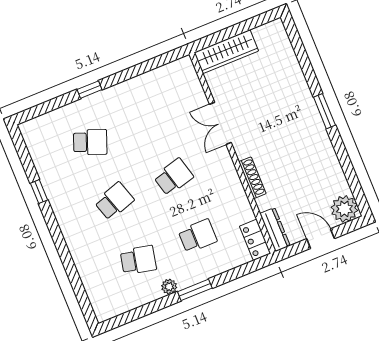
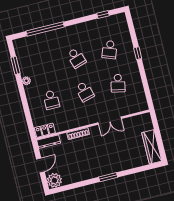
wardrobe: (226, 52) -> (152, 147), moved
double door: (220, 123) -> (110, 121), swing flipped
window: (39, 192) -> (103, 15), moved
school desk: (138, 260) -> (118, 83), moved
window: (69, 266) -> (45, 29), added
window: (195, 290) -> (15, 65), moved

